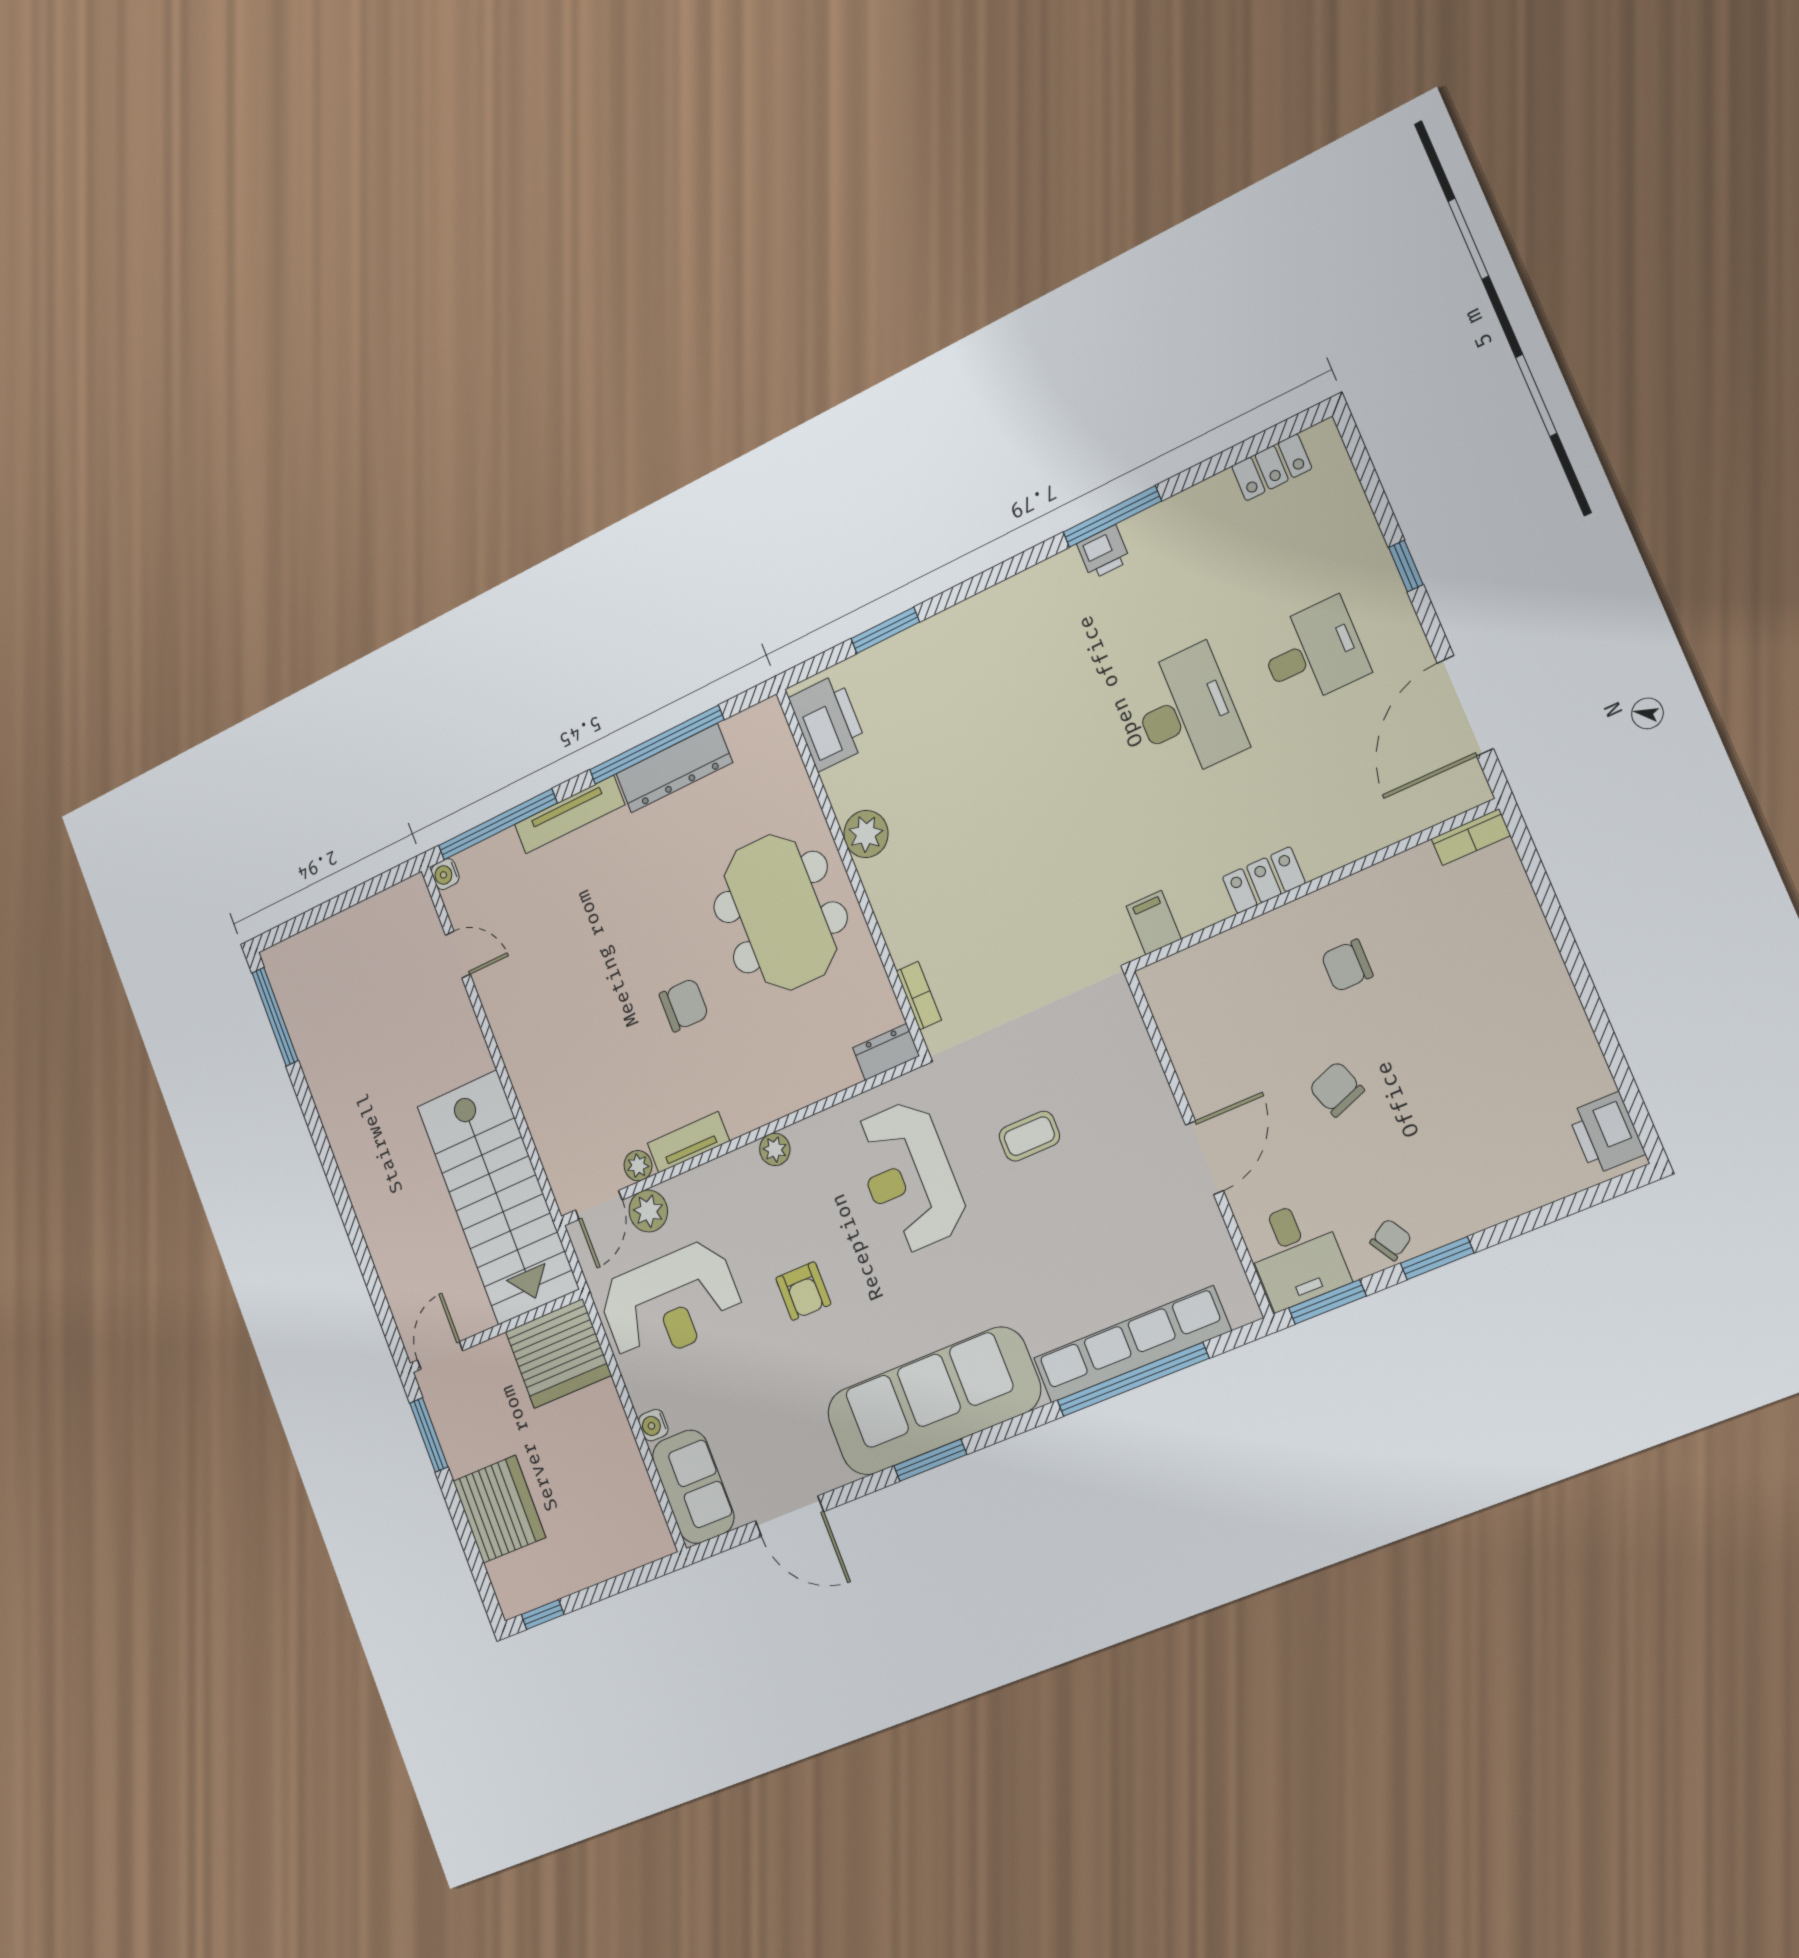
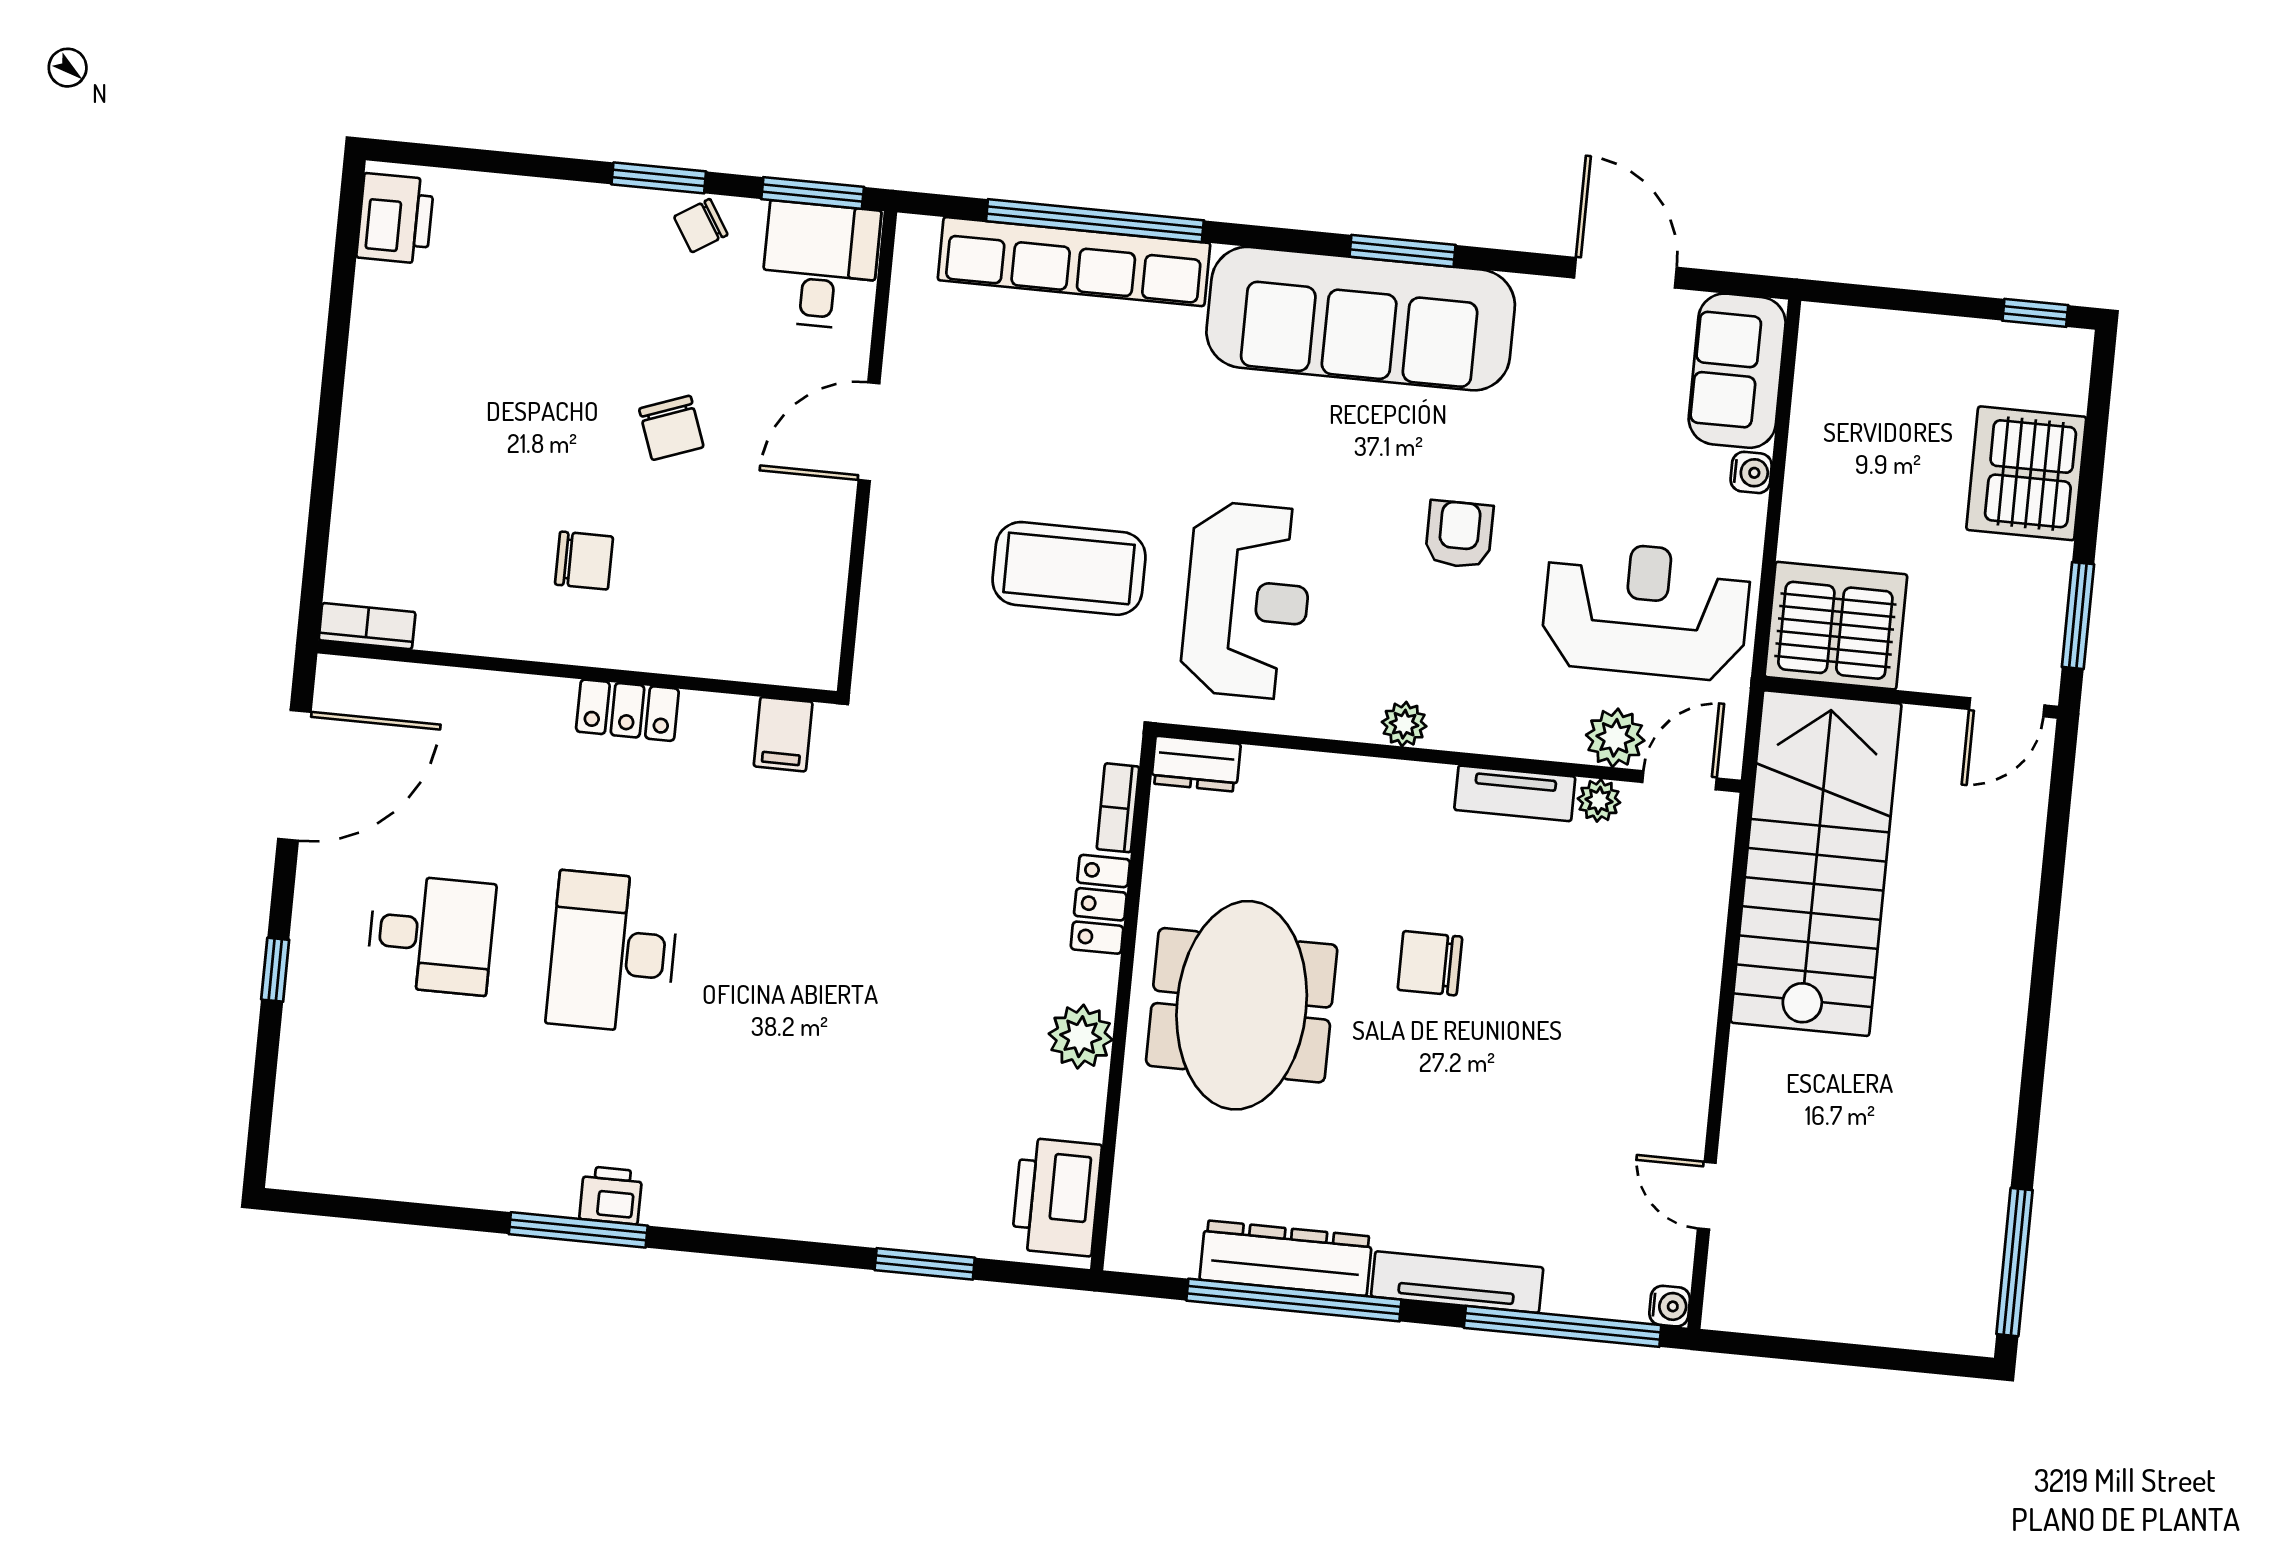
locker: (1272, 467) -> (1100, 904), moved, turned -90
desk: (1313, 653) -> (431, 934), turned 180
coffee table: (1029, 1136) -> (1069, 568), width x1.86, depth x1.72

